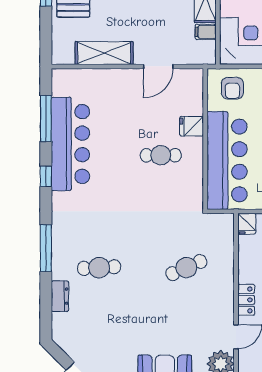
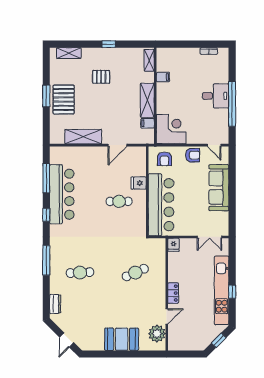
dresser: (60, 296) -> (55, 304), moved

